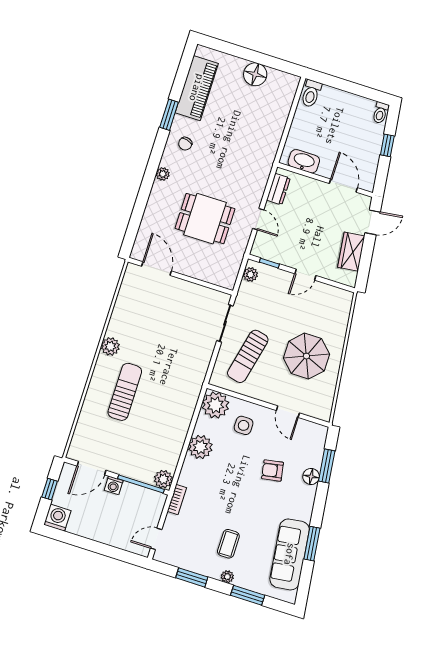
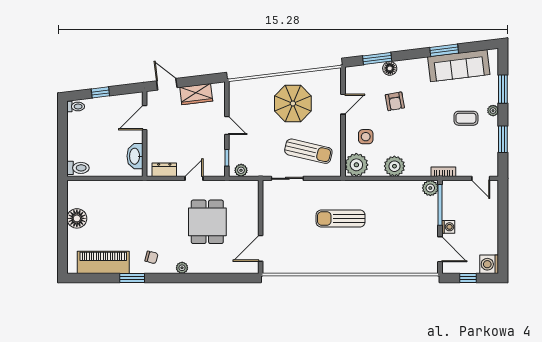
plant: (110, 346) -> (336, 266), removed
sun lounger: (125, 392) -> (341, 218), moved

